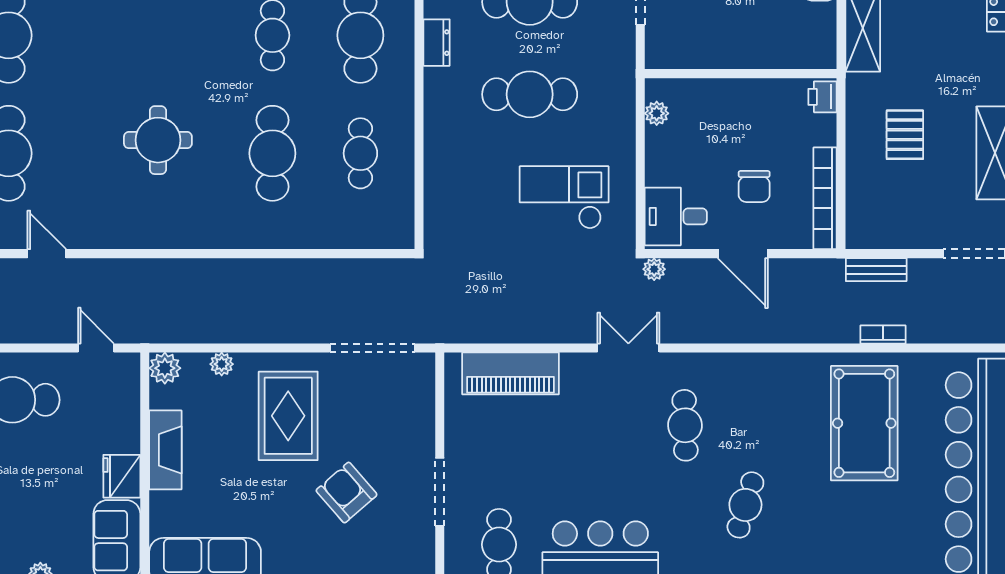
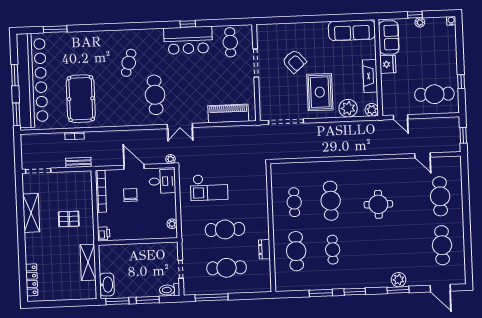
pallet: (905, 135) -> (69, 219), turned 90
plant: (222, 364) -> (348, 108), width x1.87, depth x1.87
cafe table: (685, 425) -> (155, 95), width x1.37, depth x1.35

